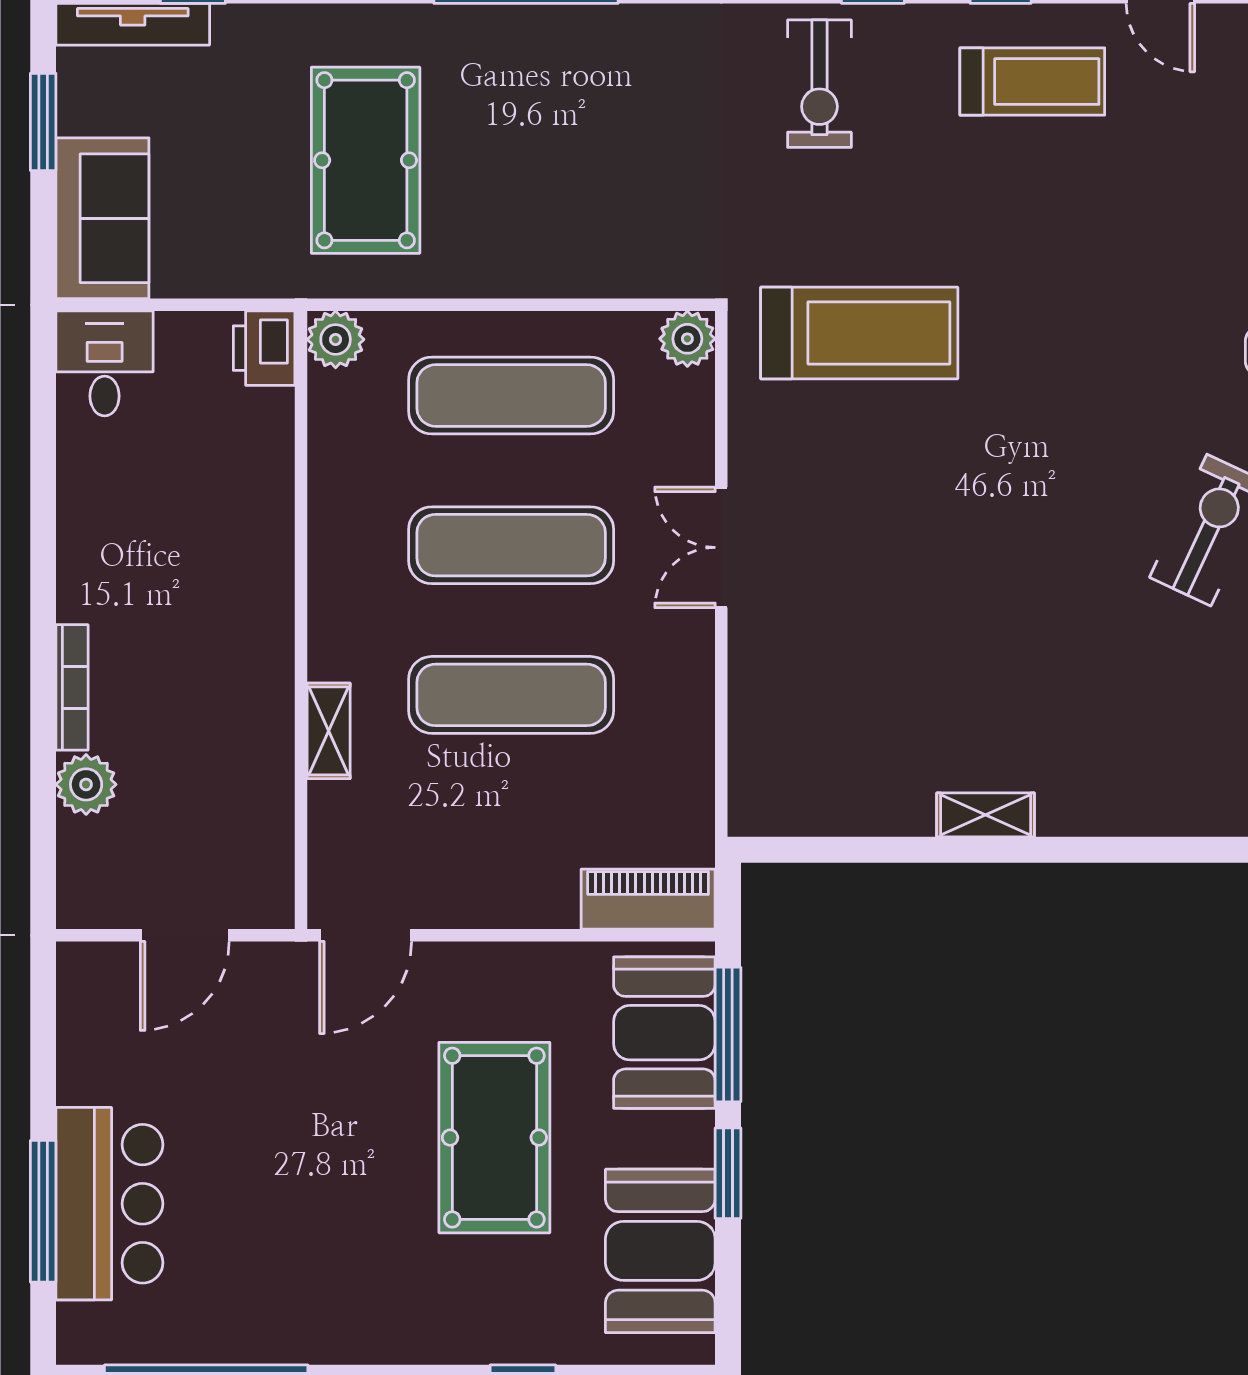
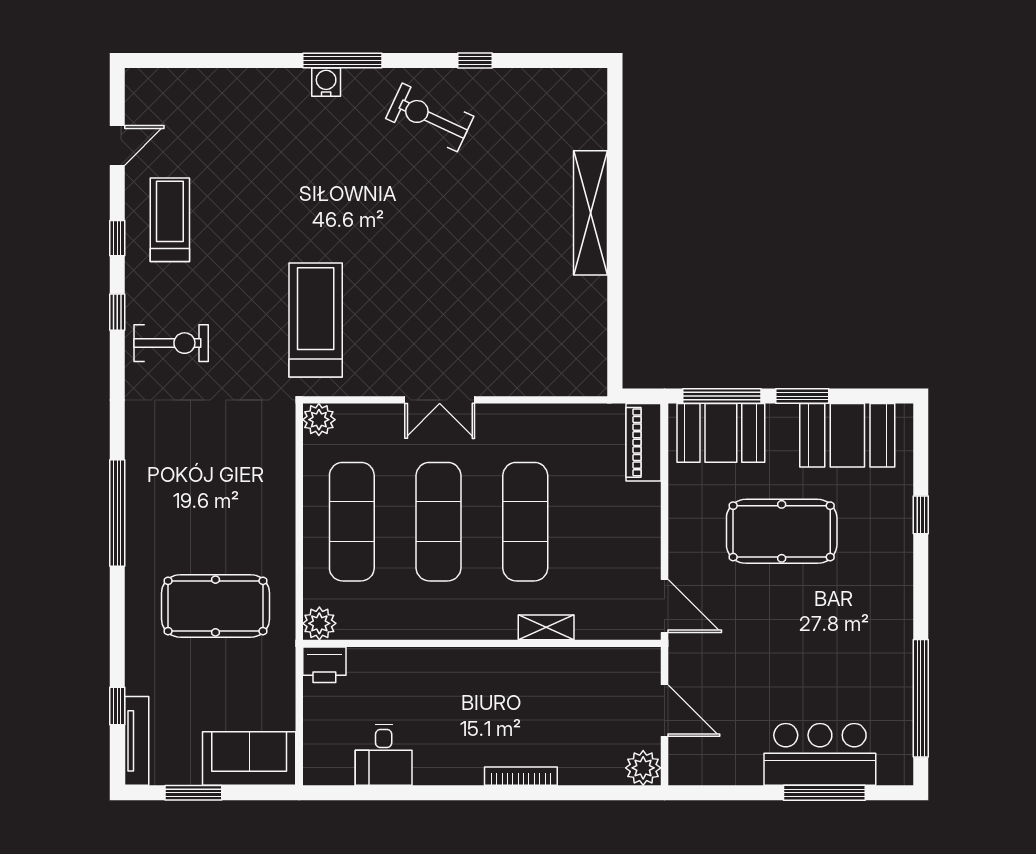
desk: (105, 363) -> (384, 755), moved, turned -90
plant: (86, 784) -> (643, 768), moved
shelving: (986, 815) -> (591, 213), width x2.20, depth x1.33

